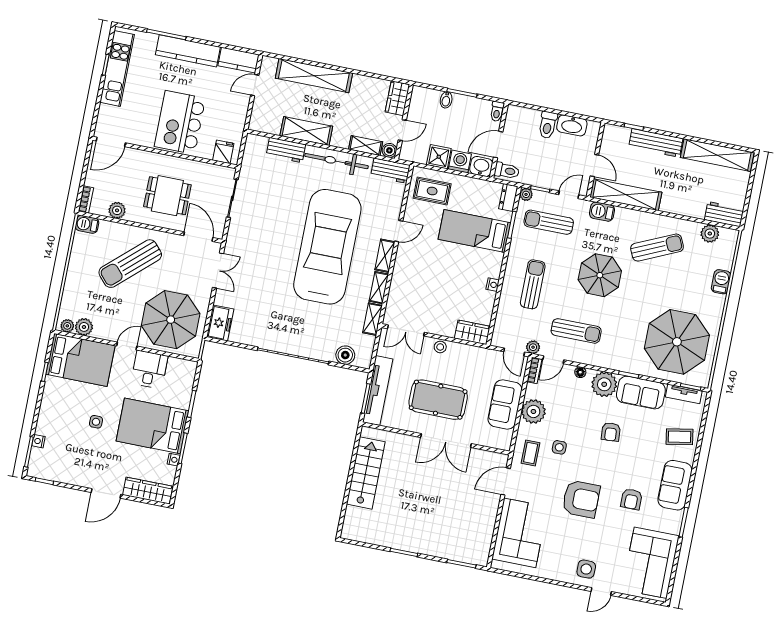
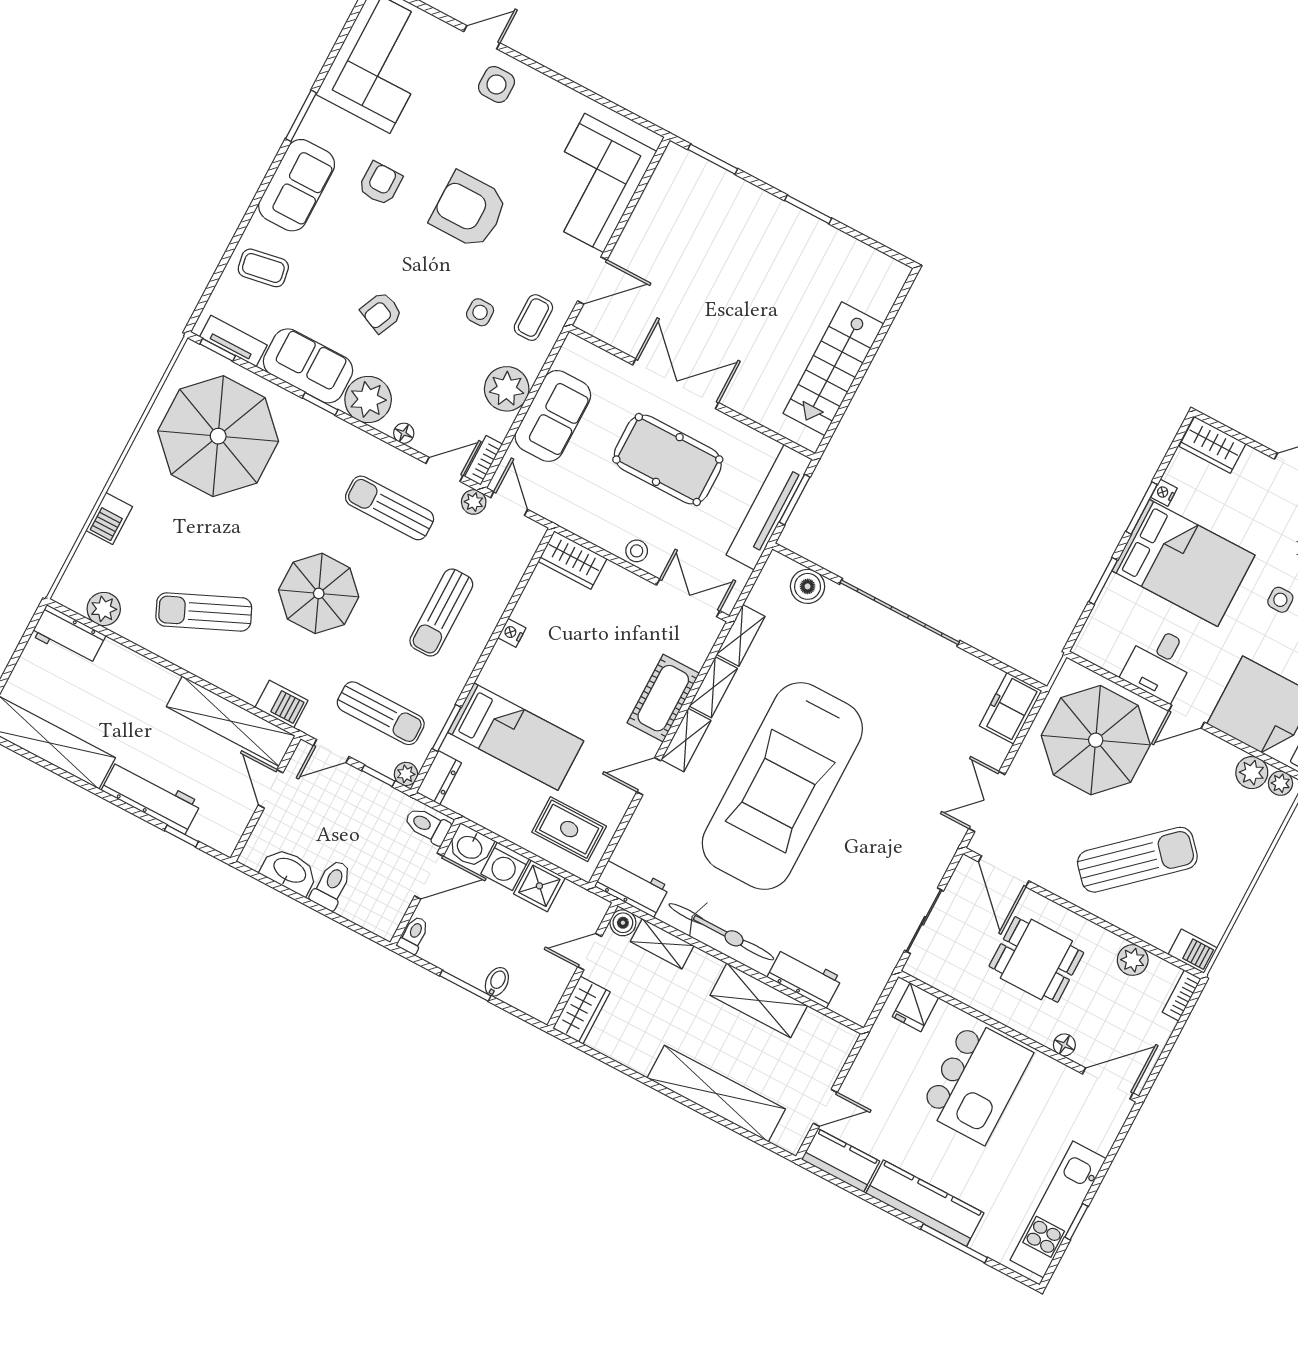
floor lamp: (140, 155) -> (1064, 1045), added
cot: (403, 274) -> (663, 698), added
armchair: (611, 432) -> (381, 312), turned -152
wardrobe: (148, 491) -> (1212, 445), width x0.67

